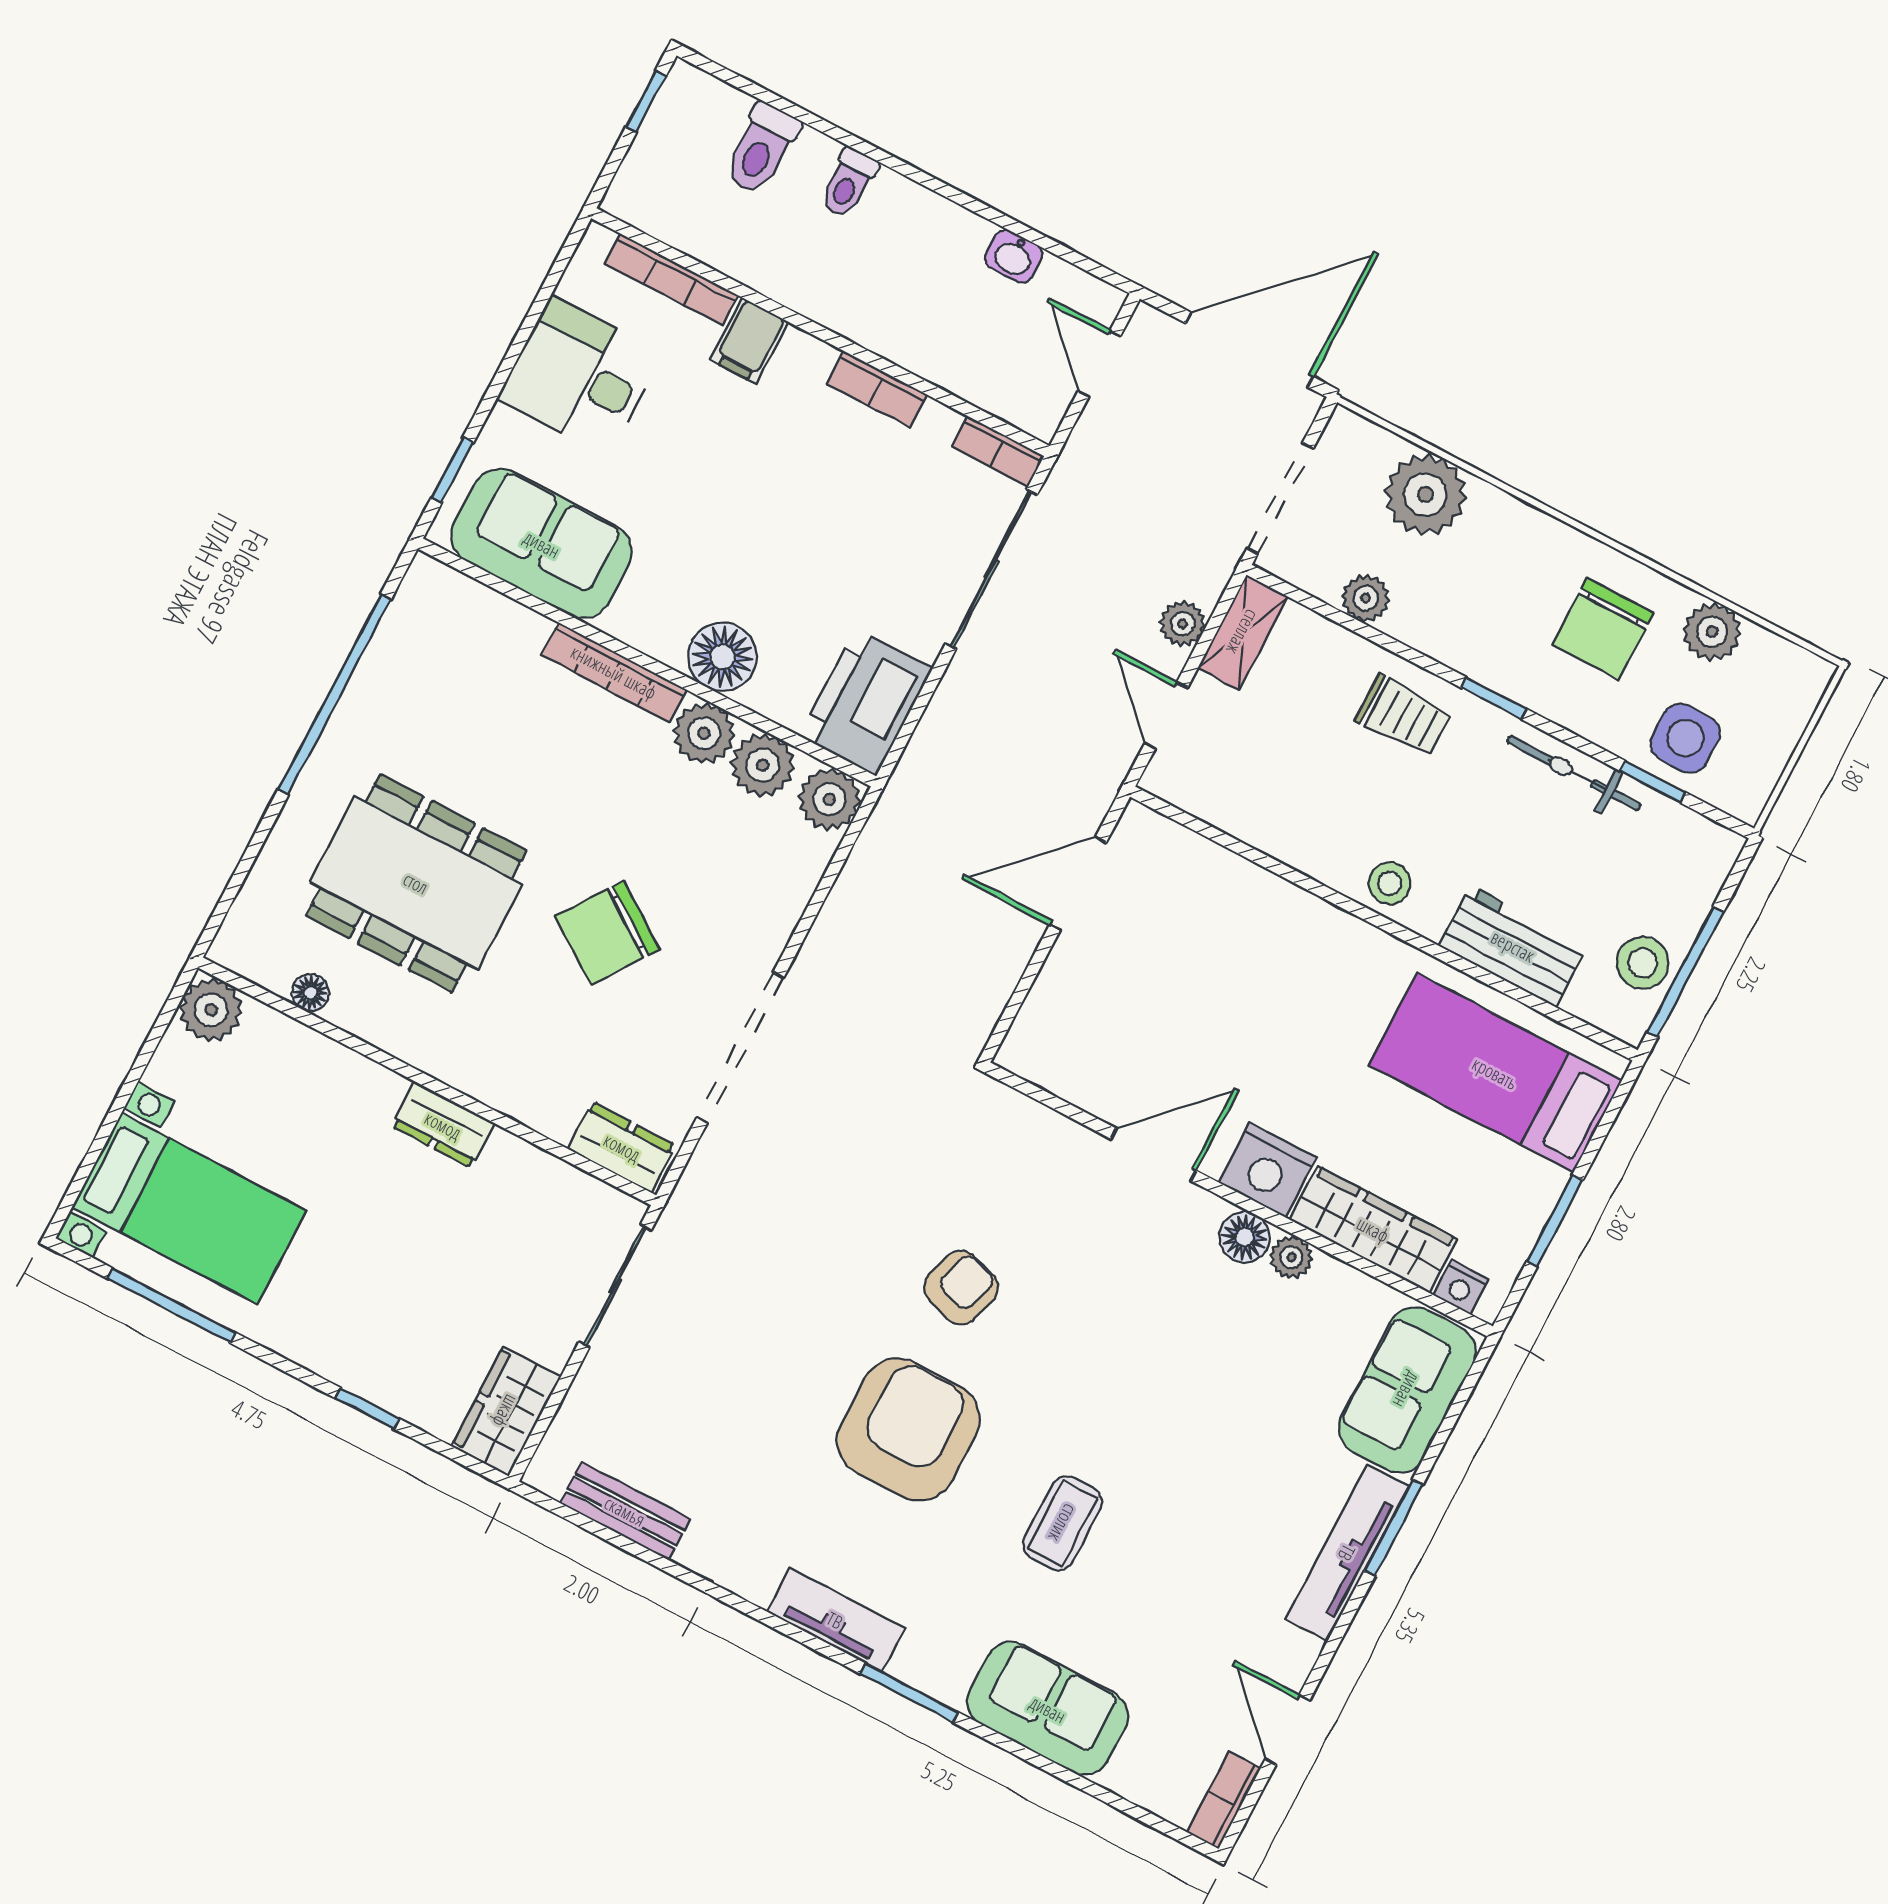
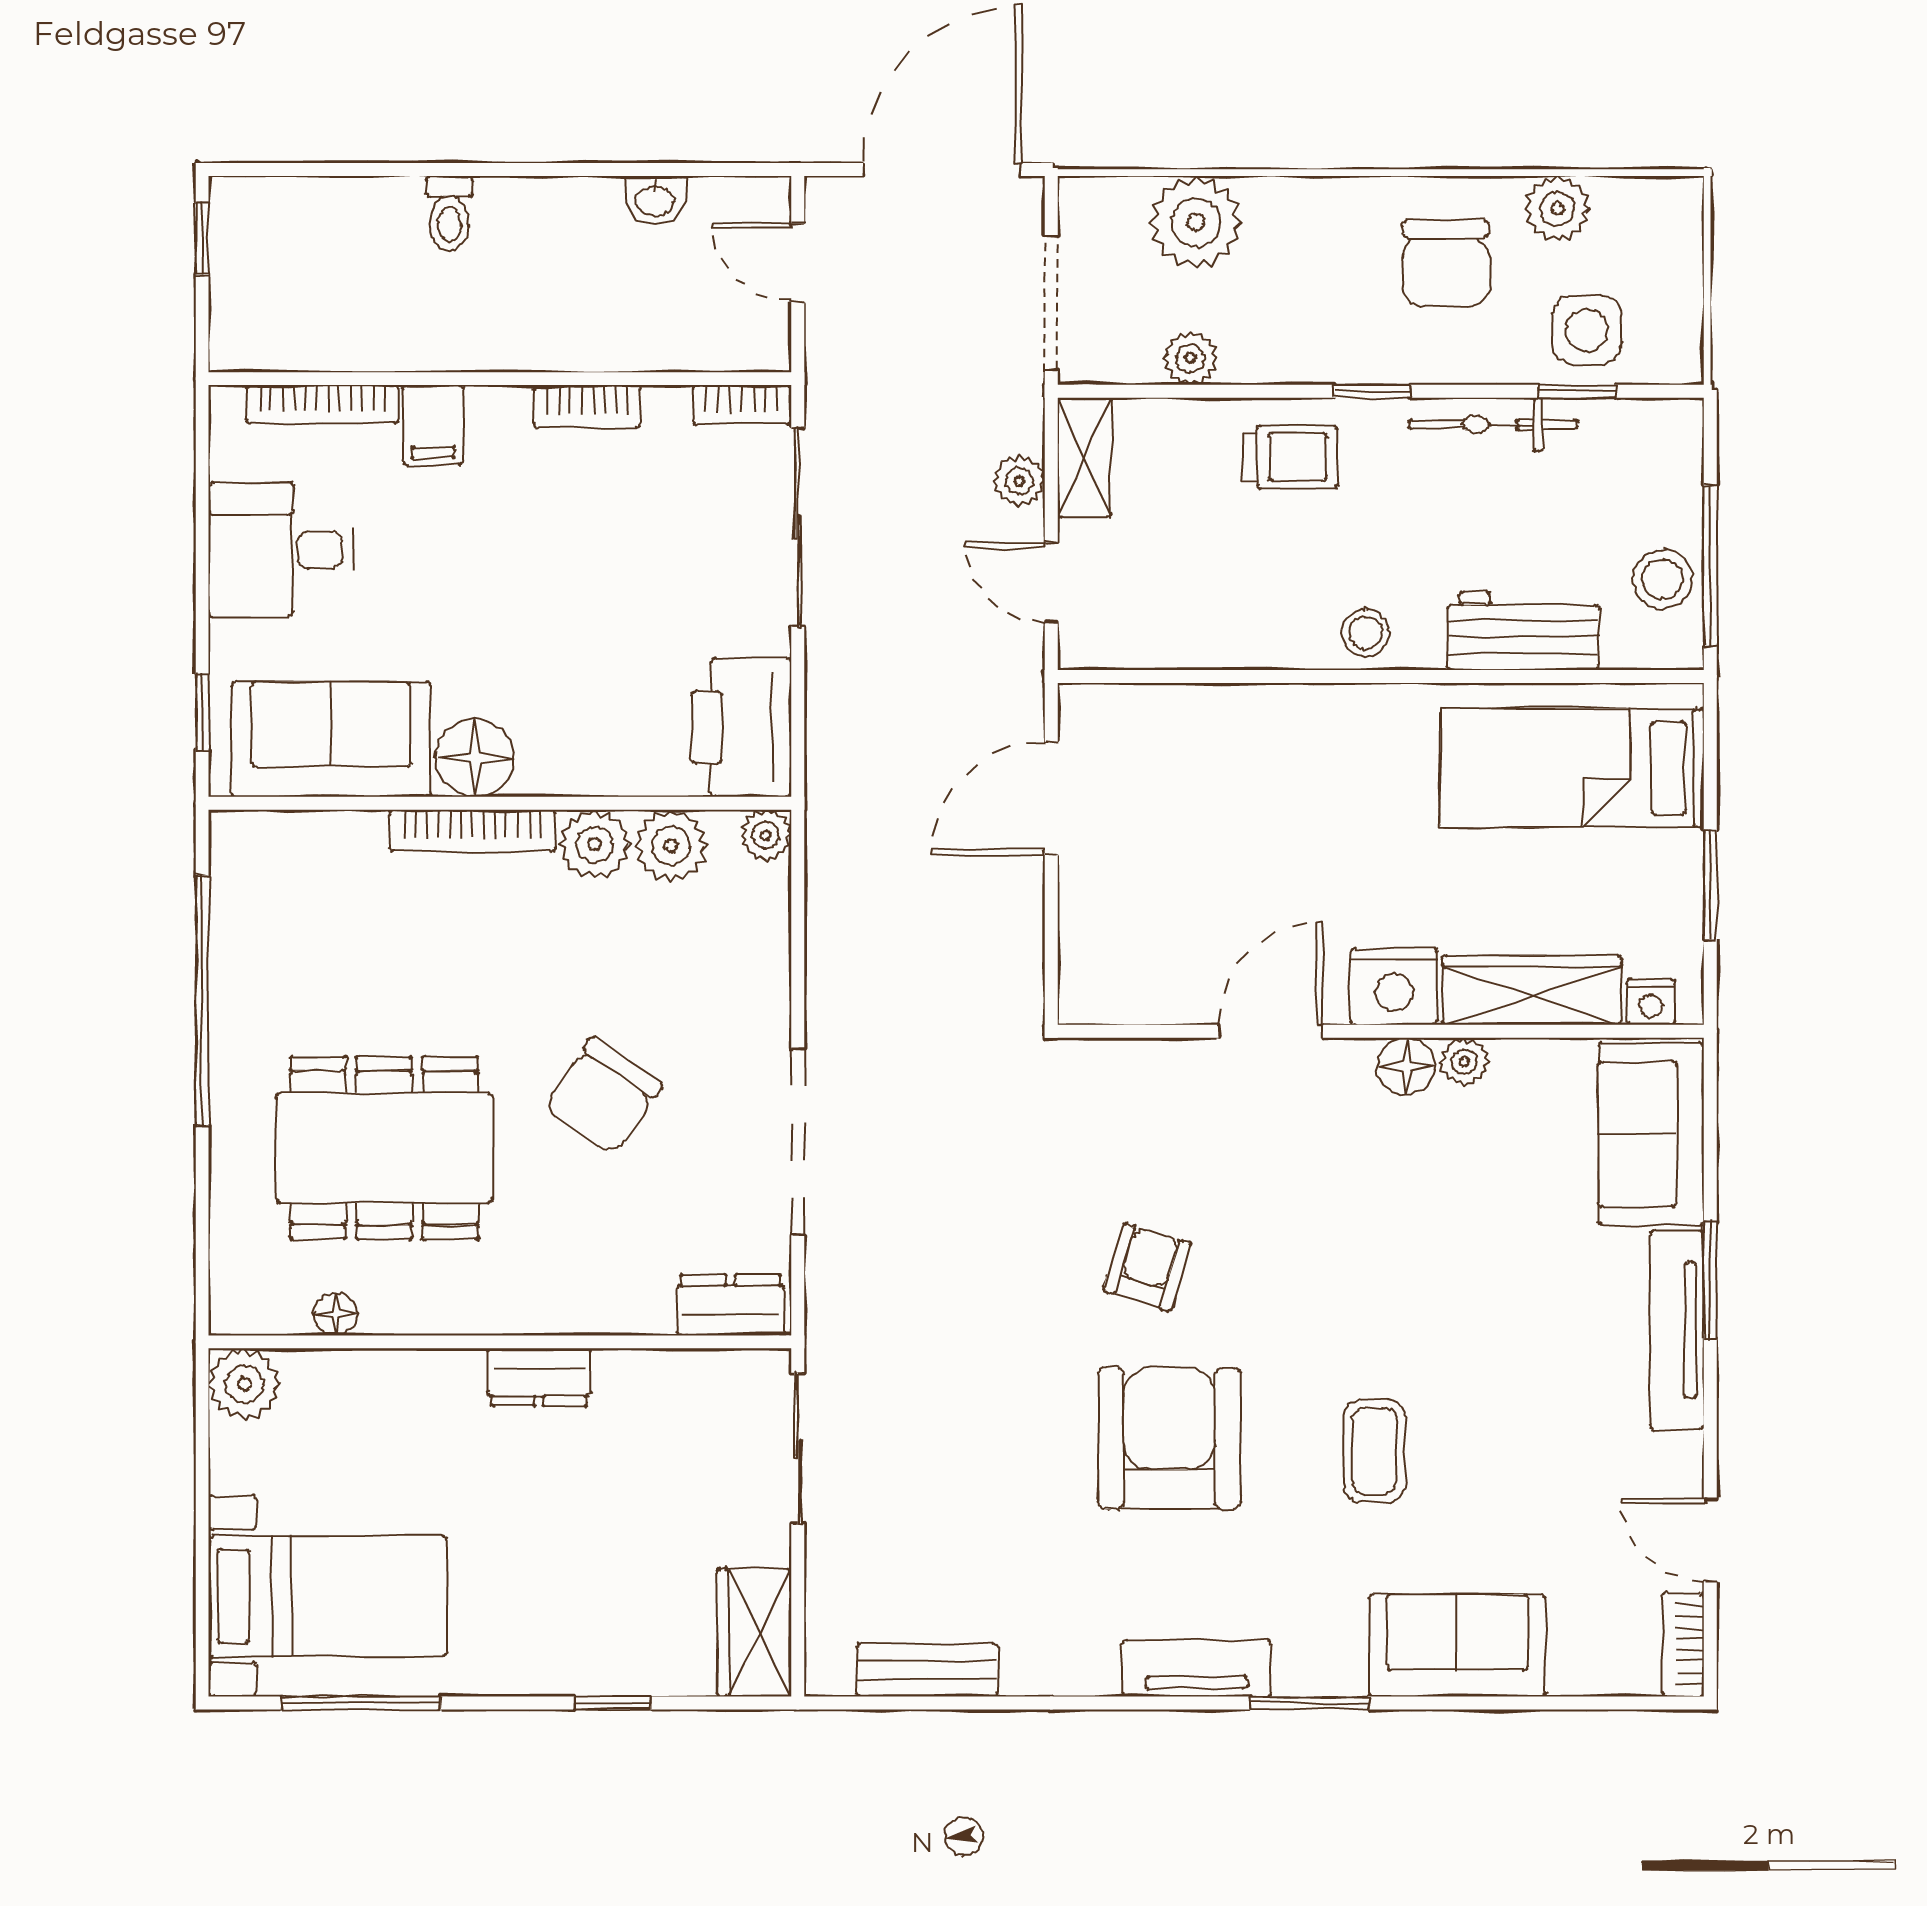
toilet: (761, 149) -> (344, 225), removed
floor lamp: (722, 657) -> (475, 758), moved
plant: (829, 799) -> (766, 835), width x0.73, depth x0.73

